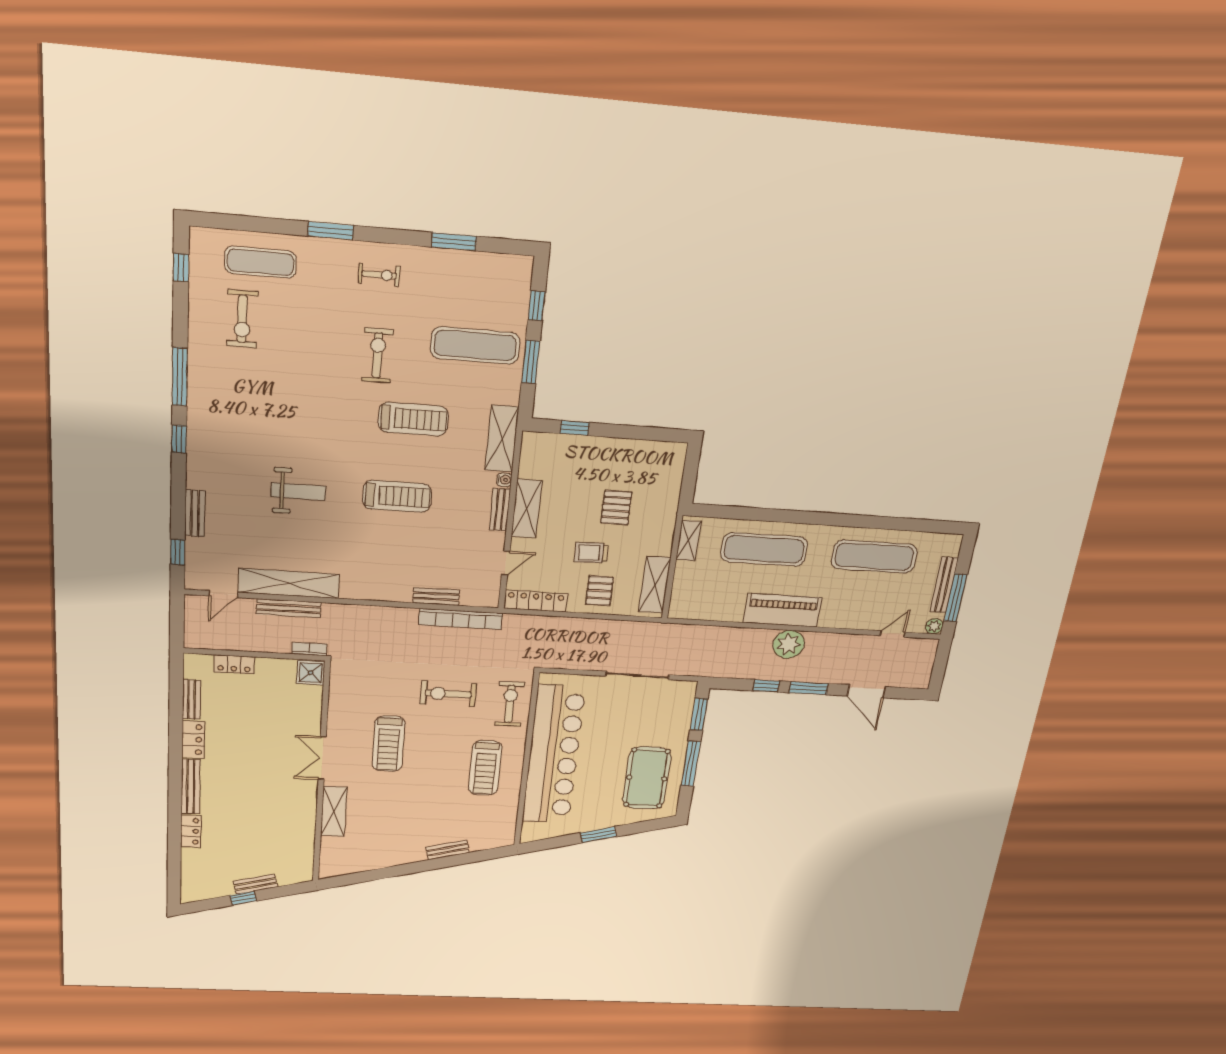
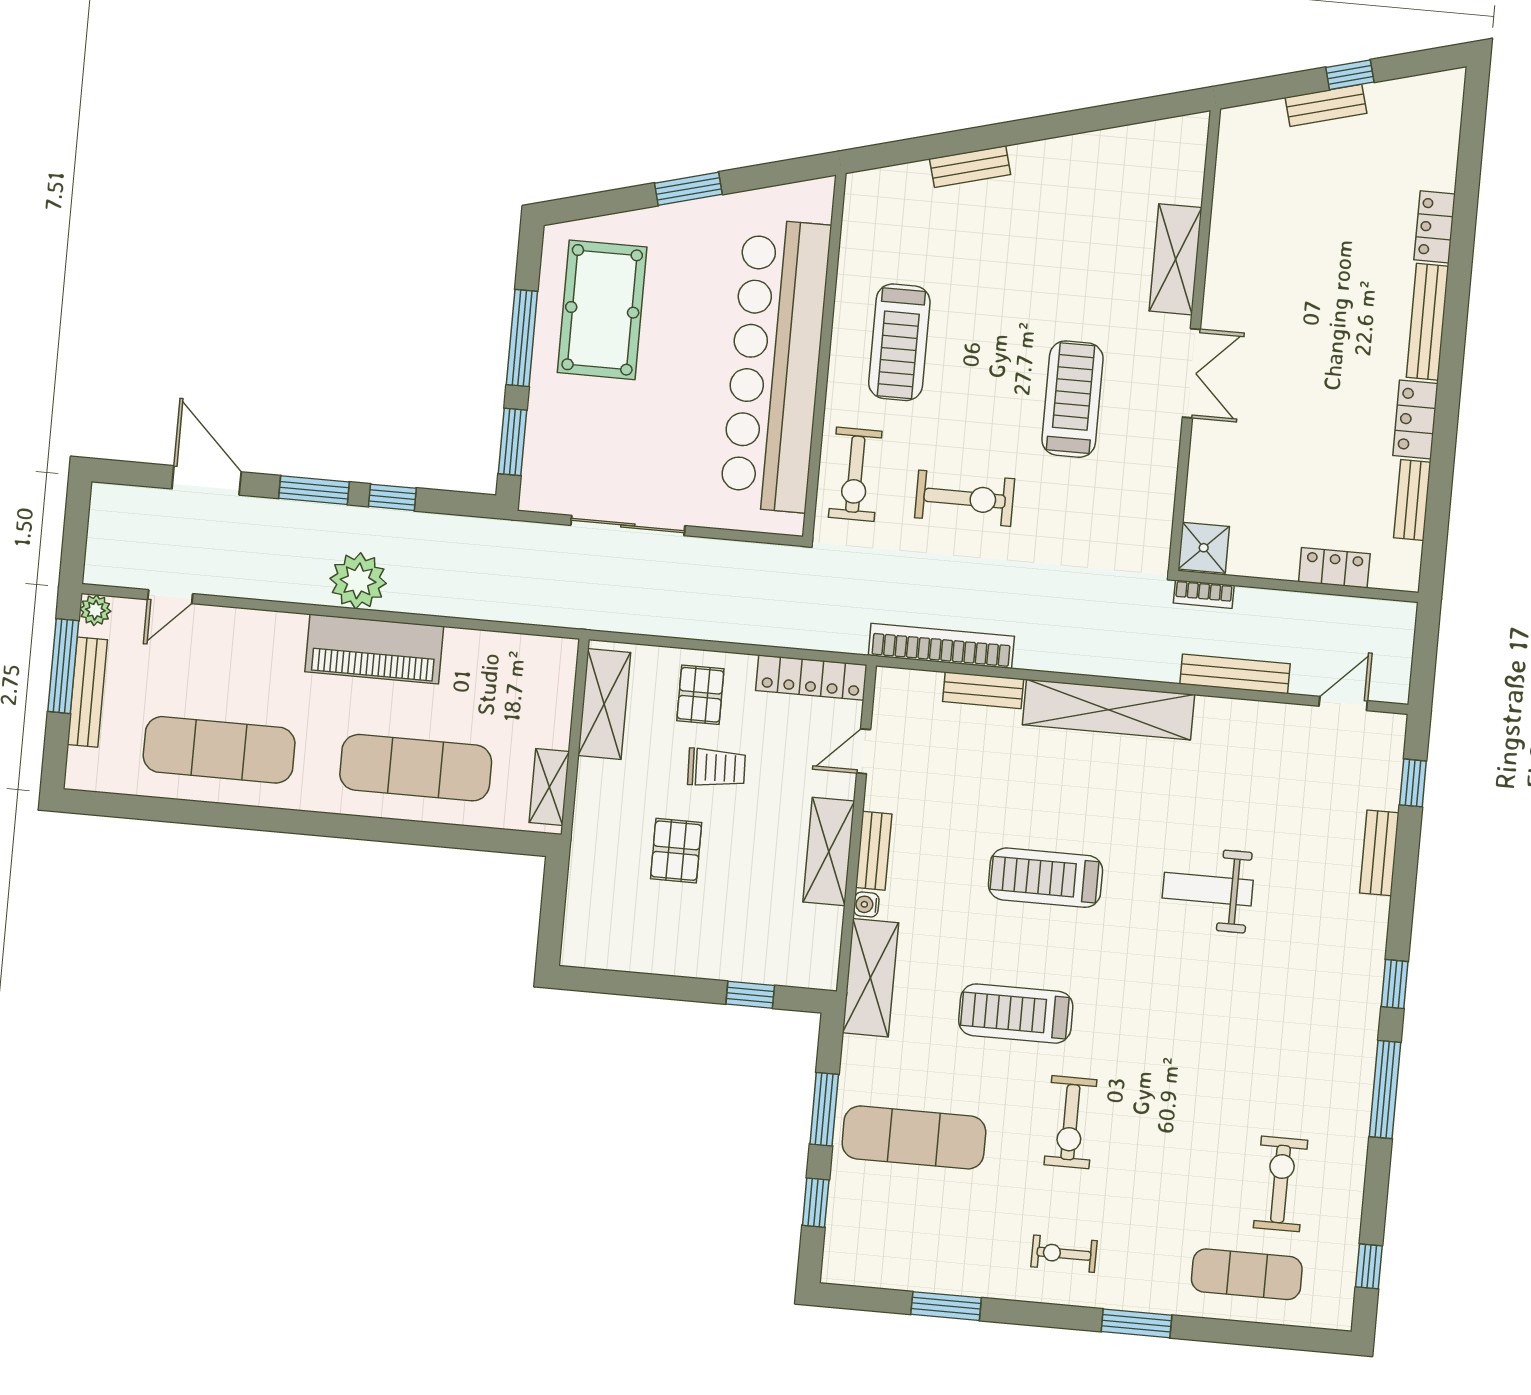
shelving: (289, 583) -> (1108, 710), moved
treadmill: (485, 768) -> (899, 342), turned 180

